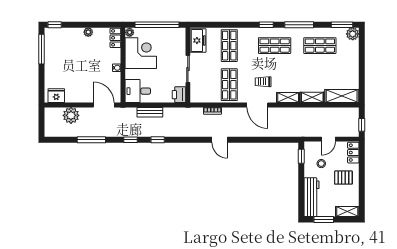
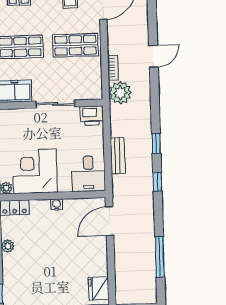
plant: (71, 115) -> (120, 93), moved
window: (91, 140) -> (160, 257), moved

